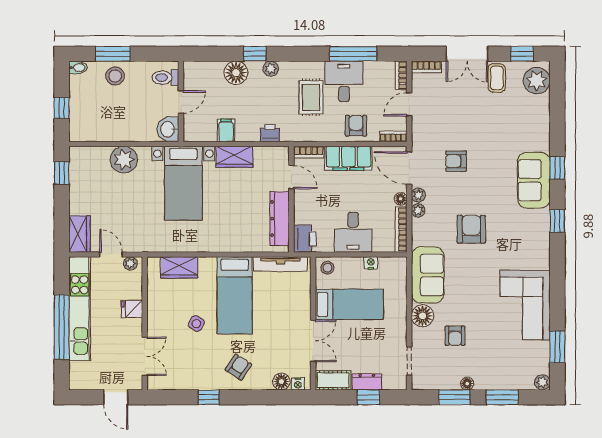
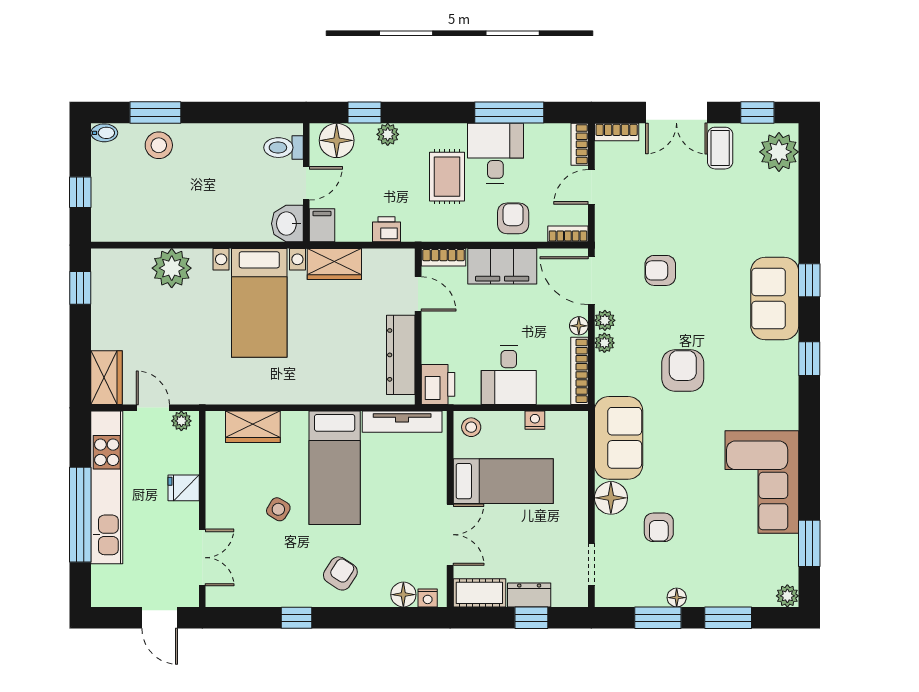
toilet: (165, 78) -> (283, 148), moved
wall: (181, 101) -> (306, 183), moved
door: (181, 102) -> (306, 183), moved
washbasin: (168, 129) -> (287, 224), moved

